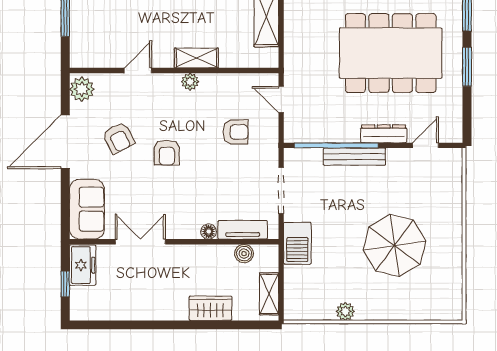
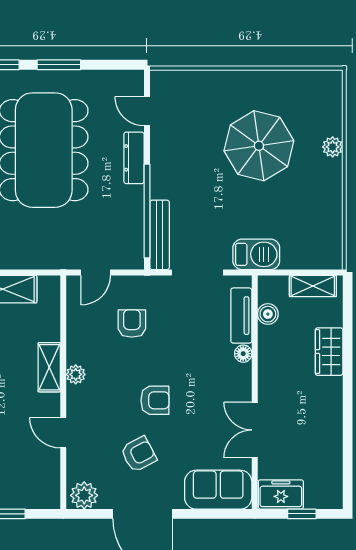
bench: (354, 157) -> (160, 235), moved
plant: (345, 311) -> (333, 147), moved

